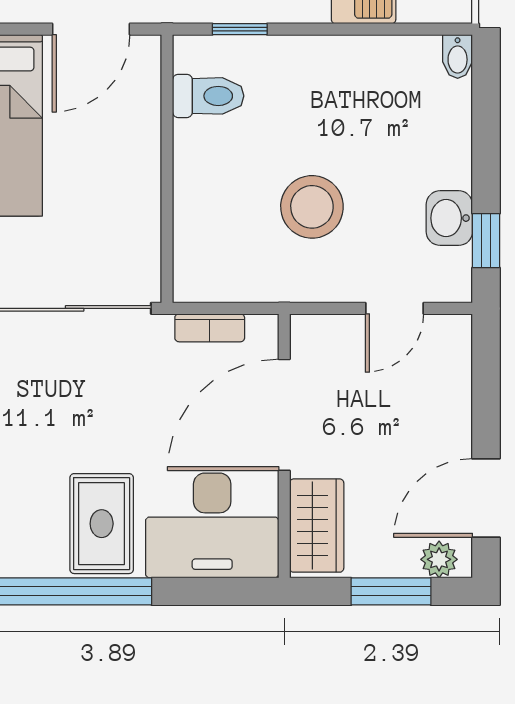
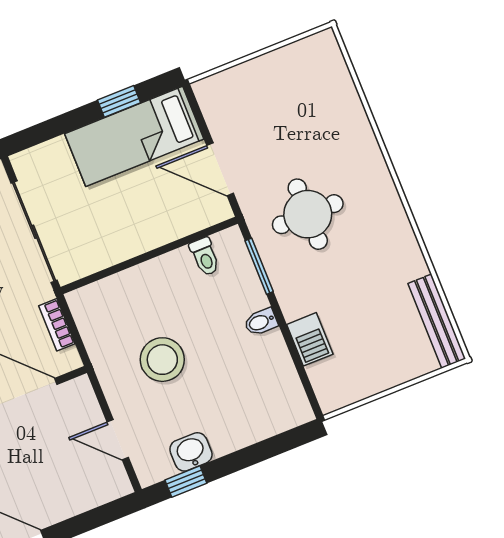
window: (240, 29) -> (259, 266), width x1.50
bidet: (458, 56) -> (261, 322), moved
toilet: (208, 96) -> (205, 257), width x0.73, depth x0.72

